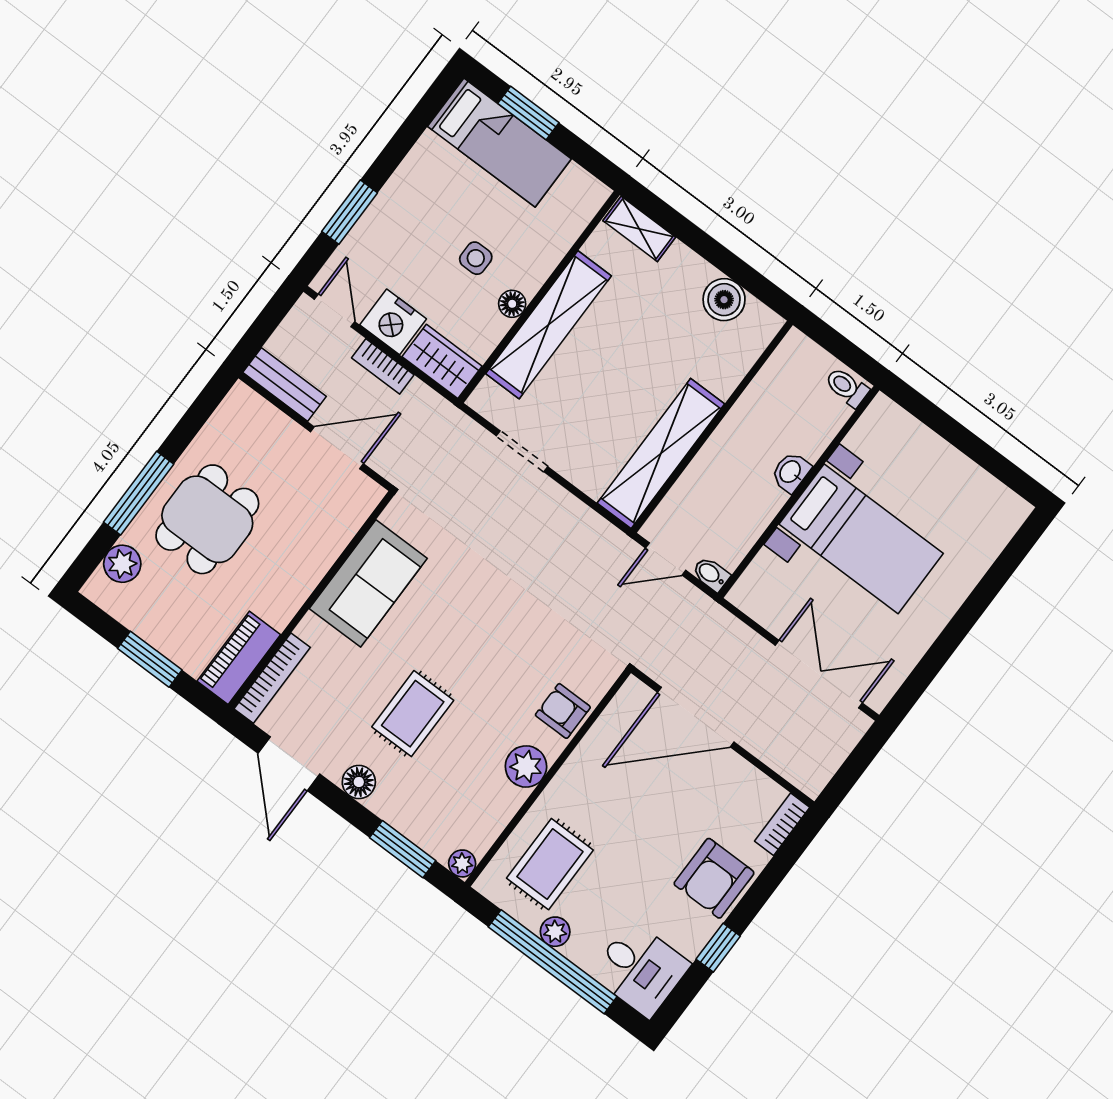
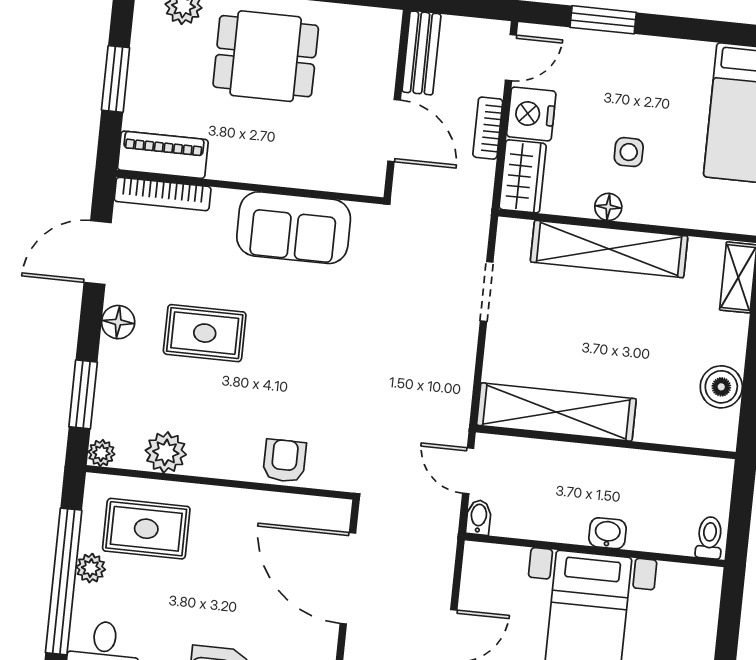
plant: (526, 766) -> (166, 452), moved

